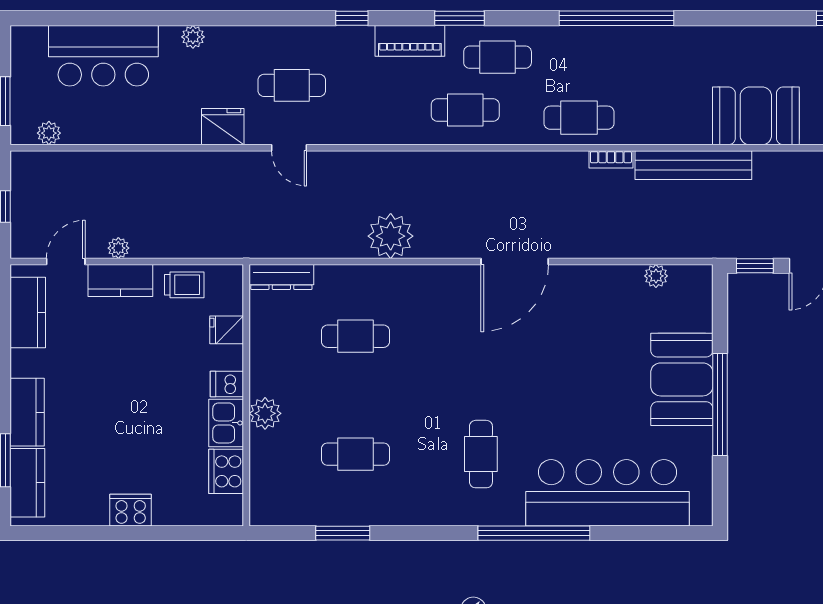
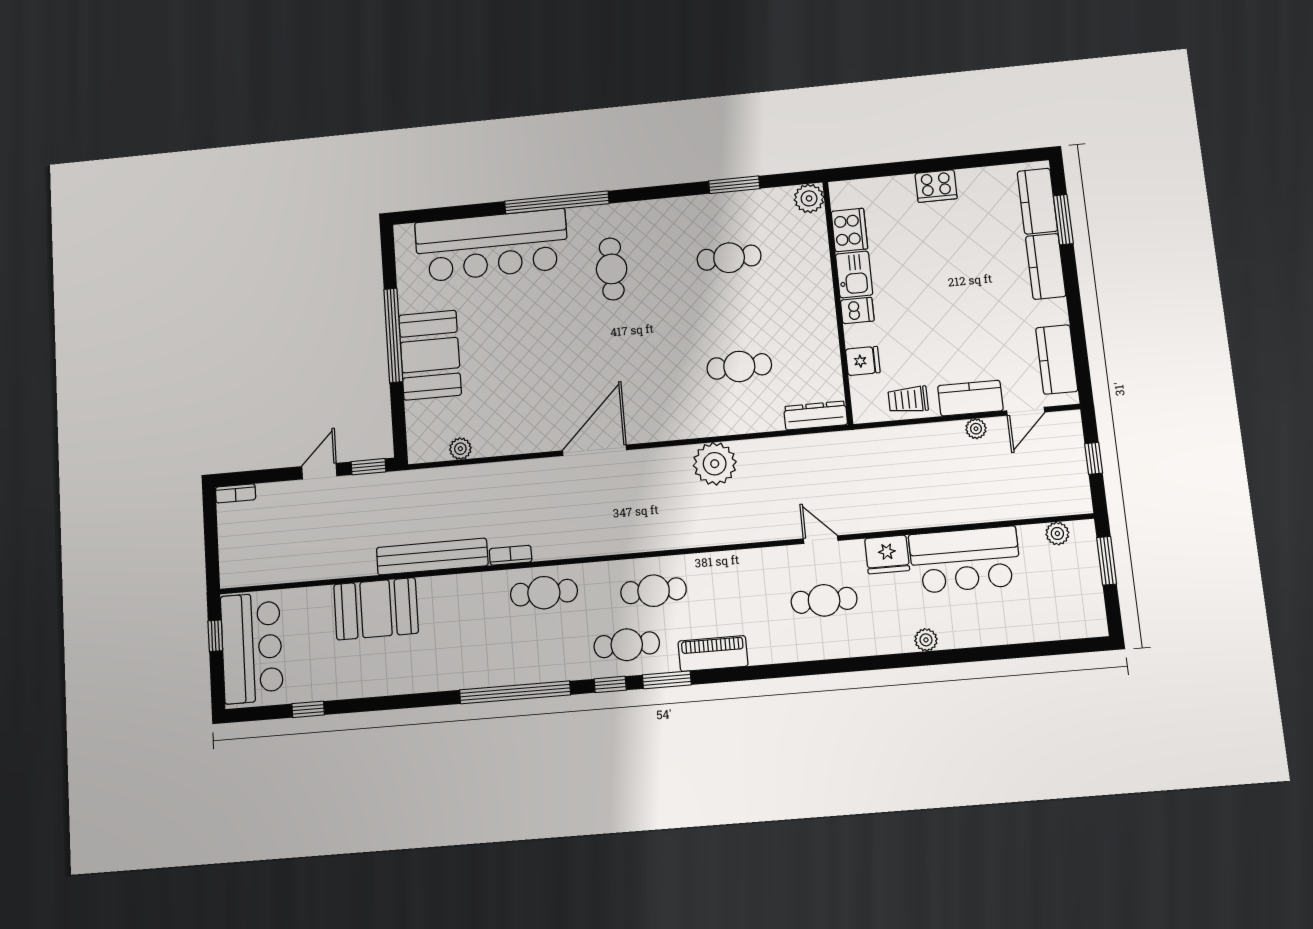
window: (352, 18) -> (610, 684), moved
bar counter: (103, 56) -> (965, 560), moved, turned 180
plant: (265, 413) -> (809, 198), moved

